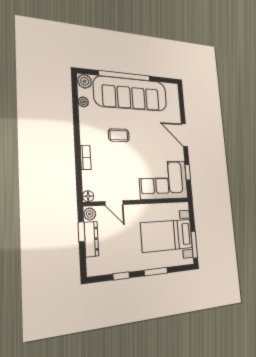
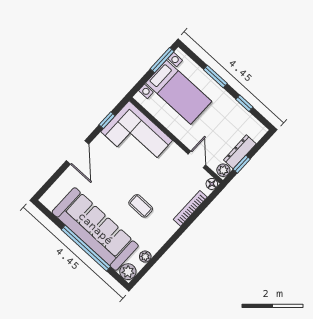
bookcase: (86, 157) -> (190, 208), width x1.56

